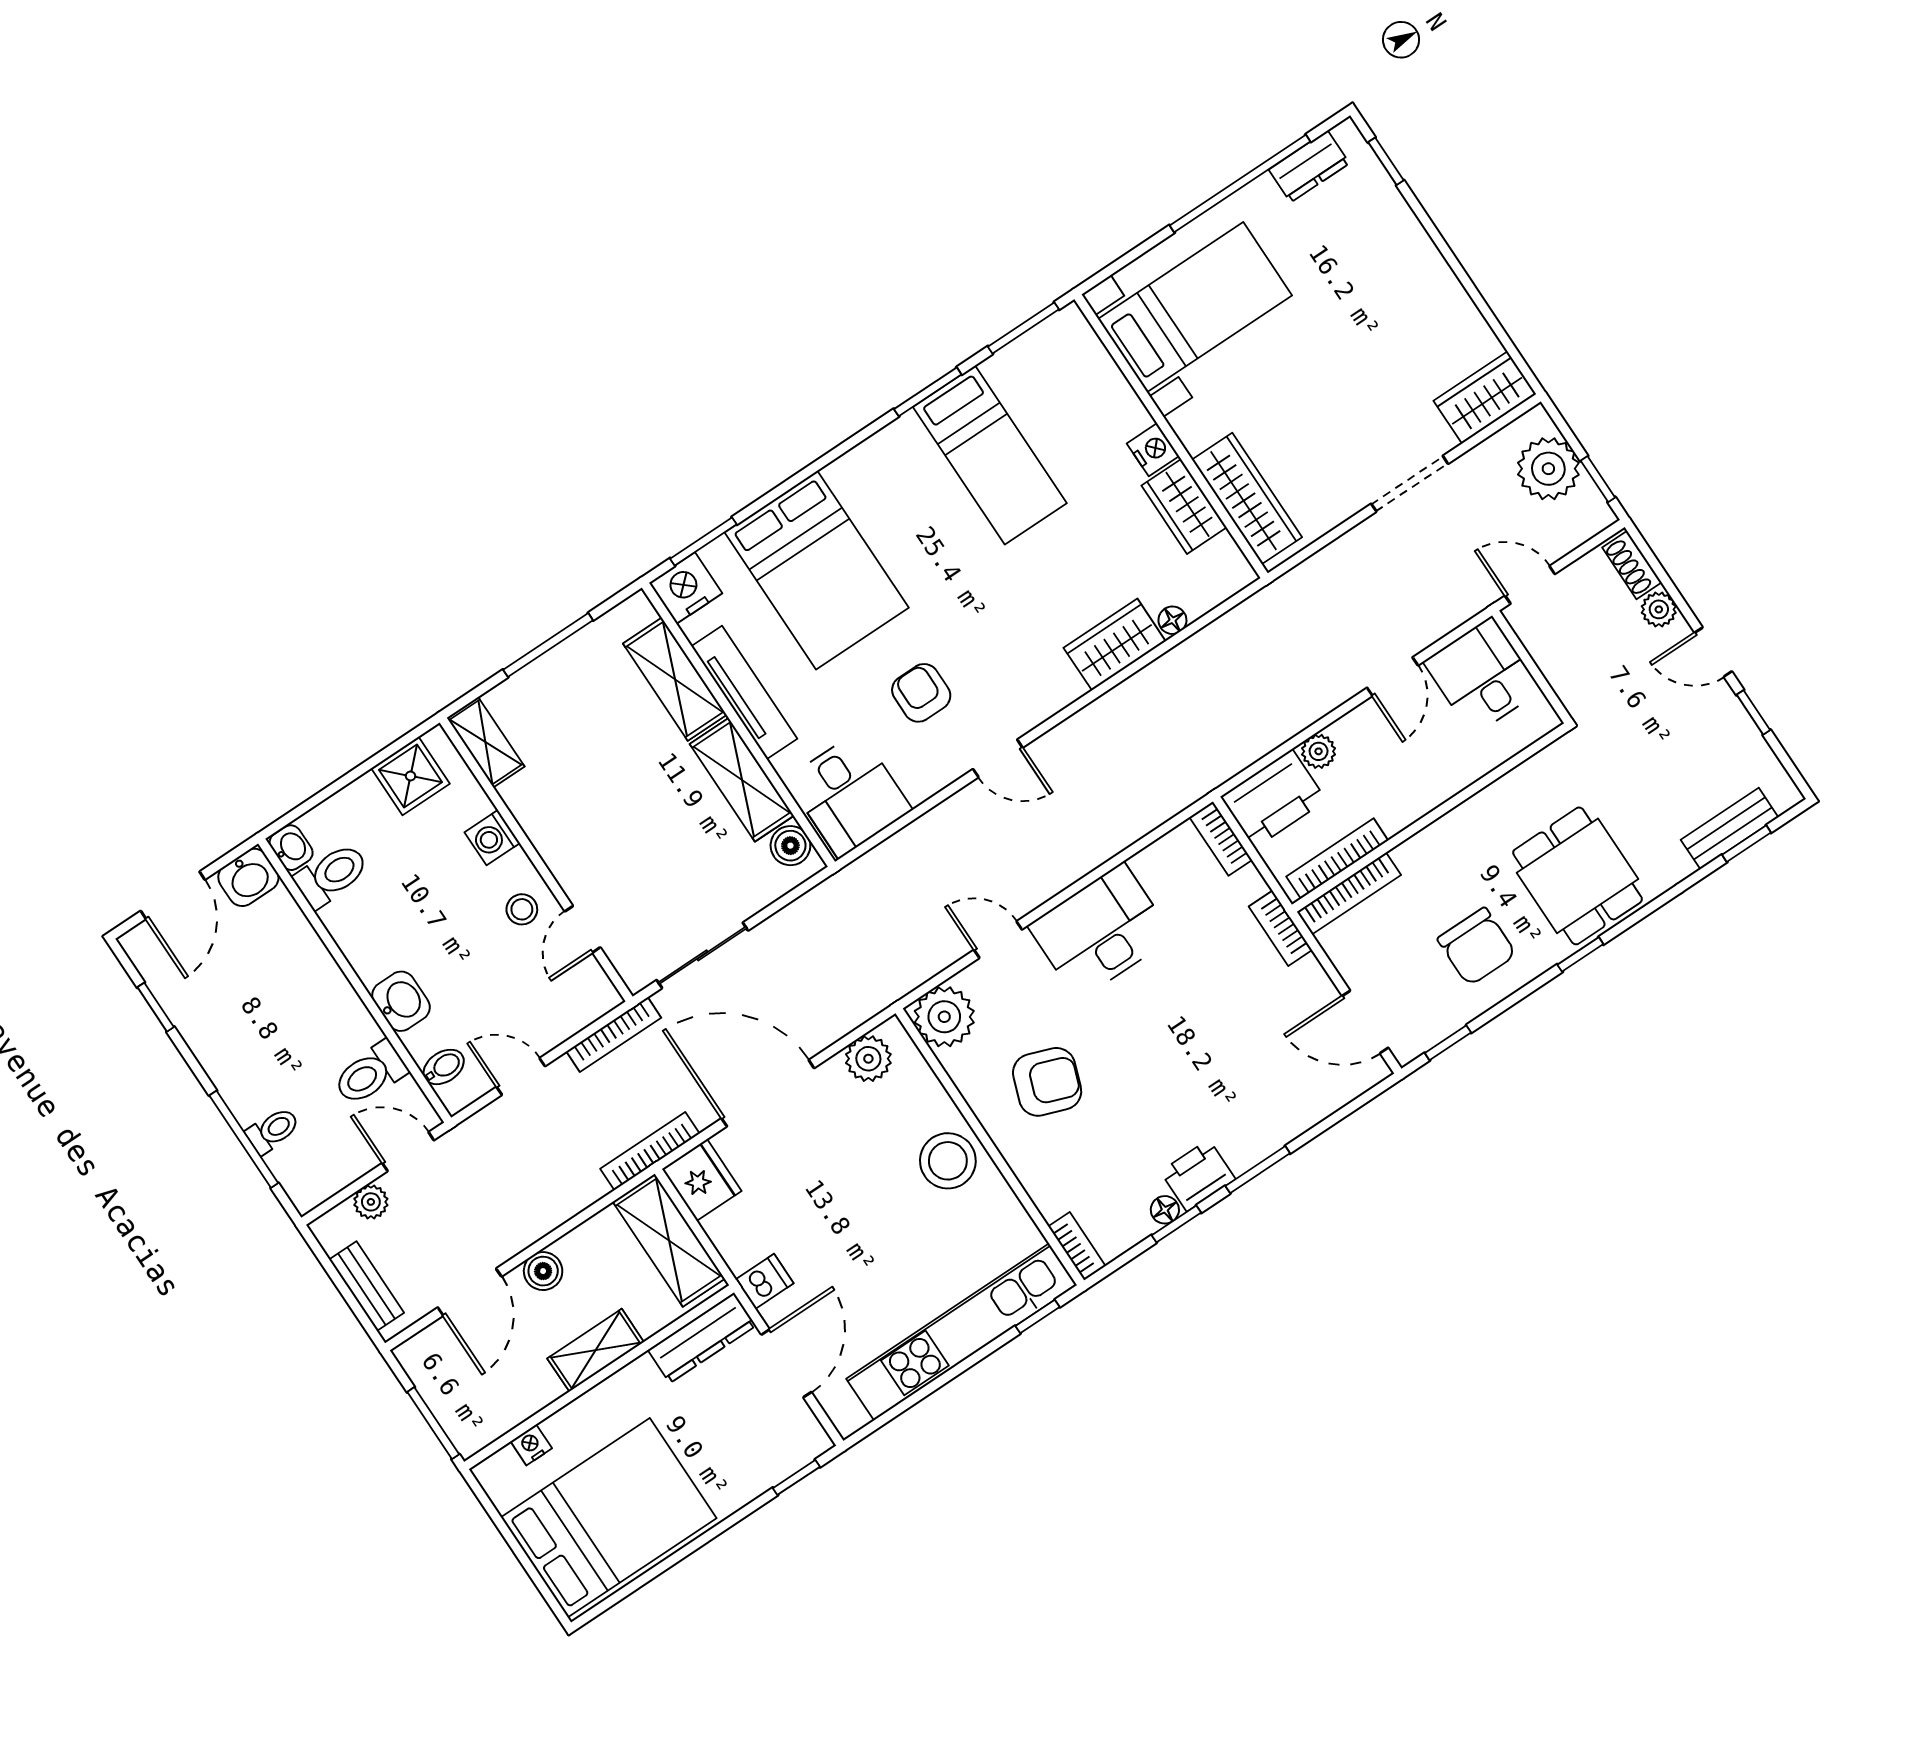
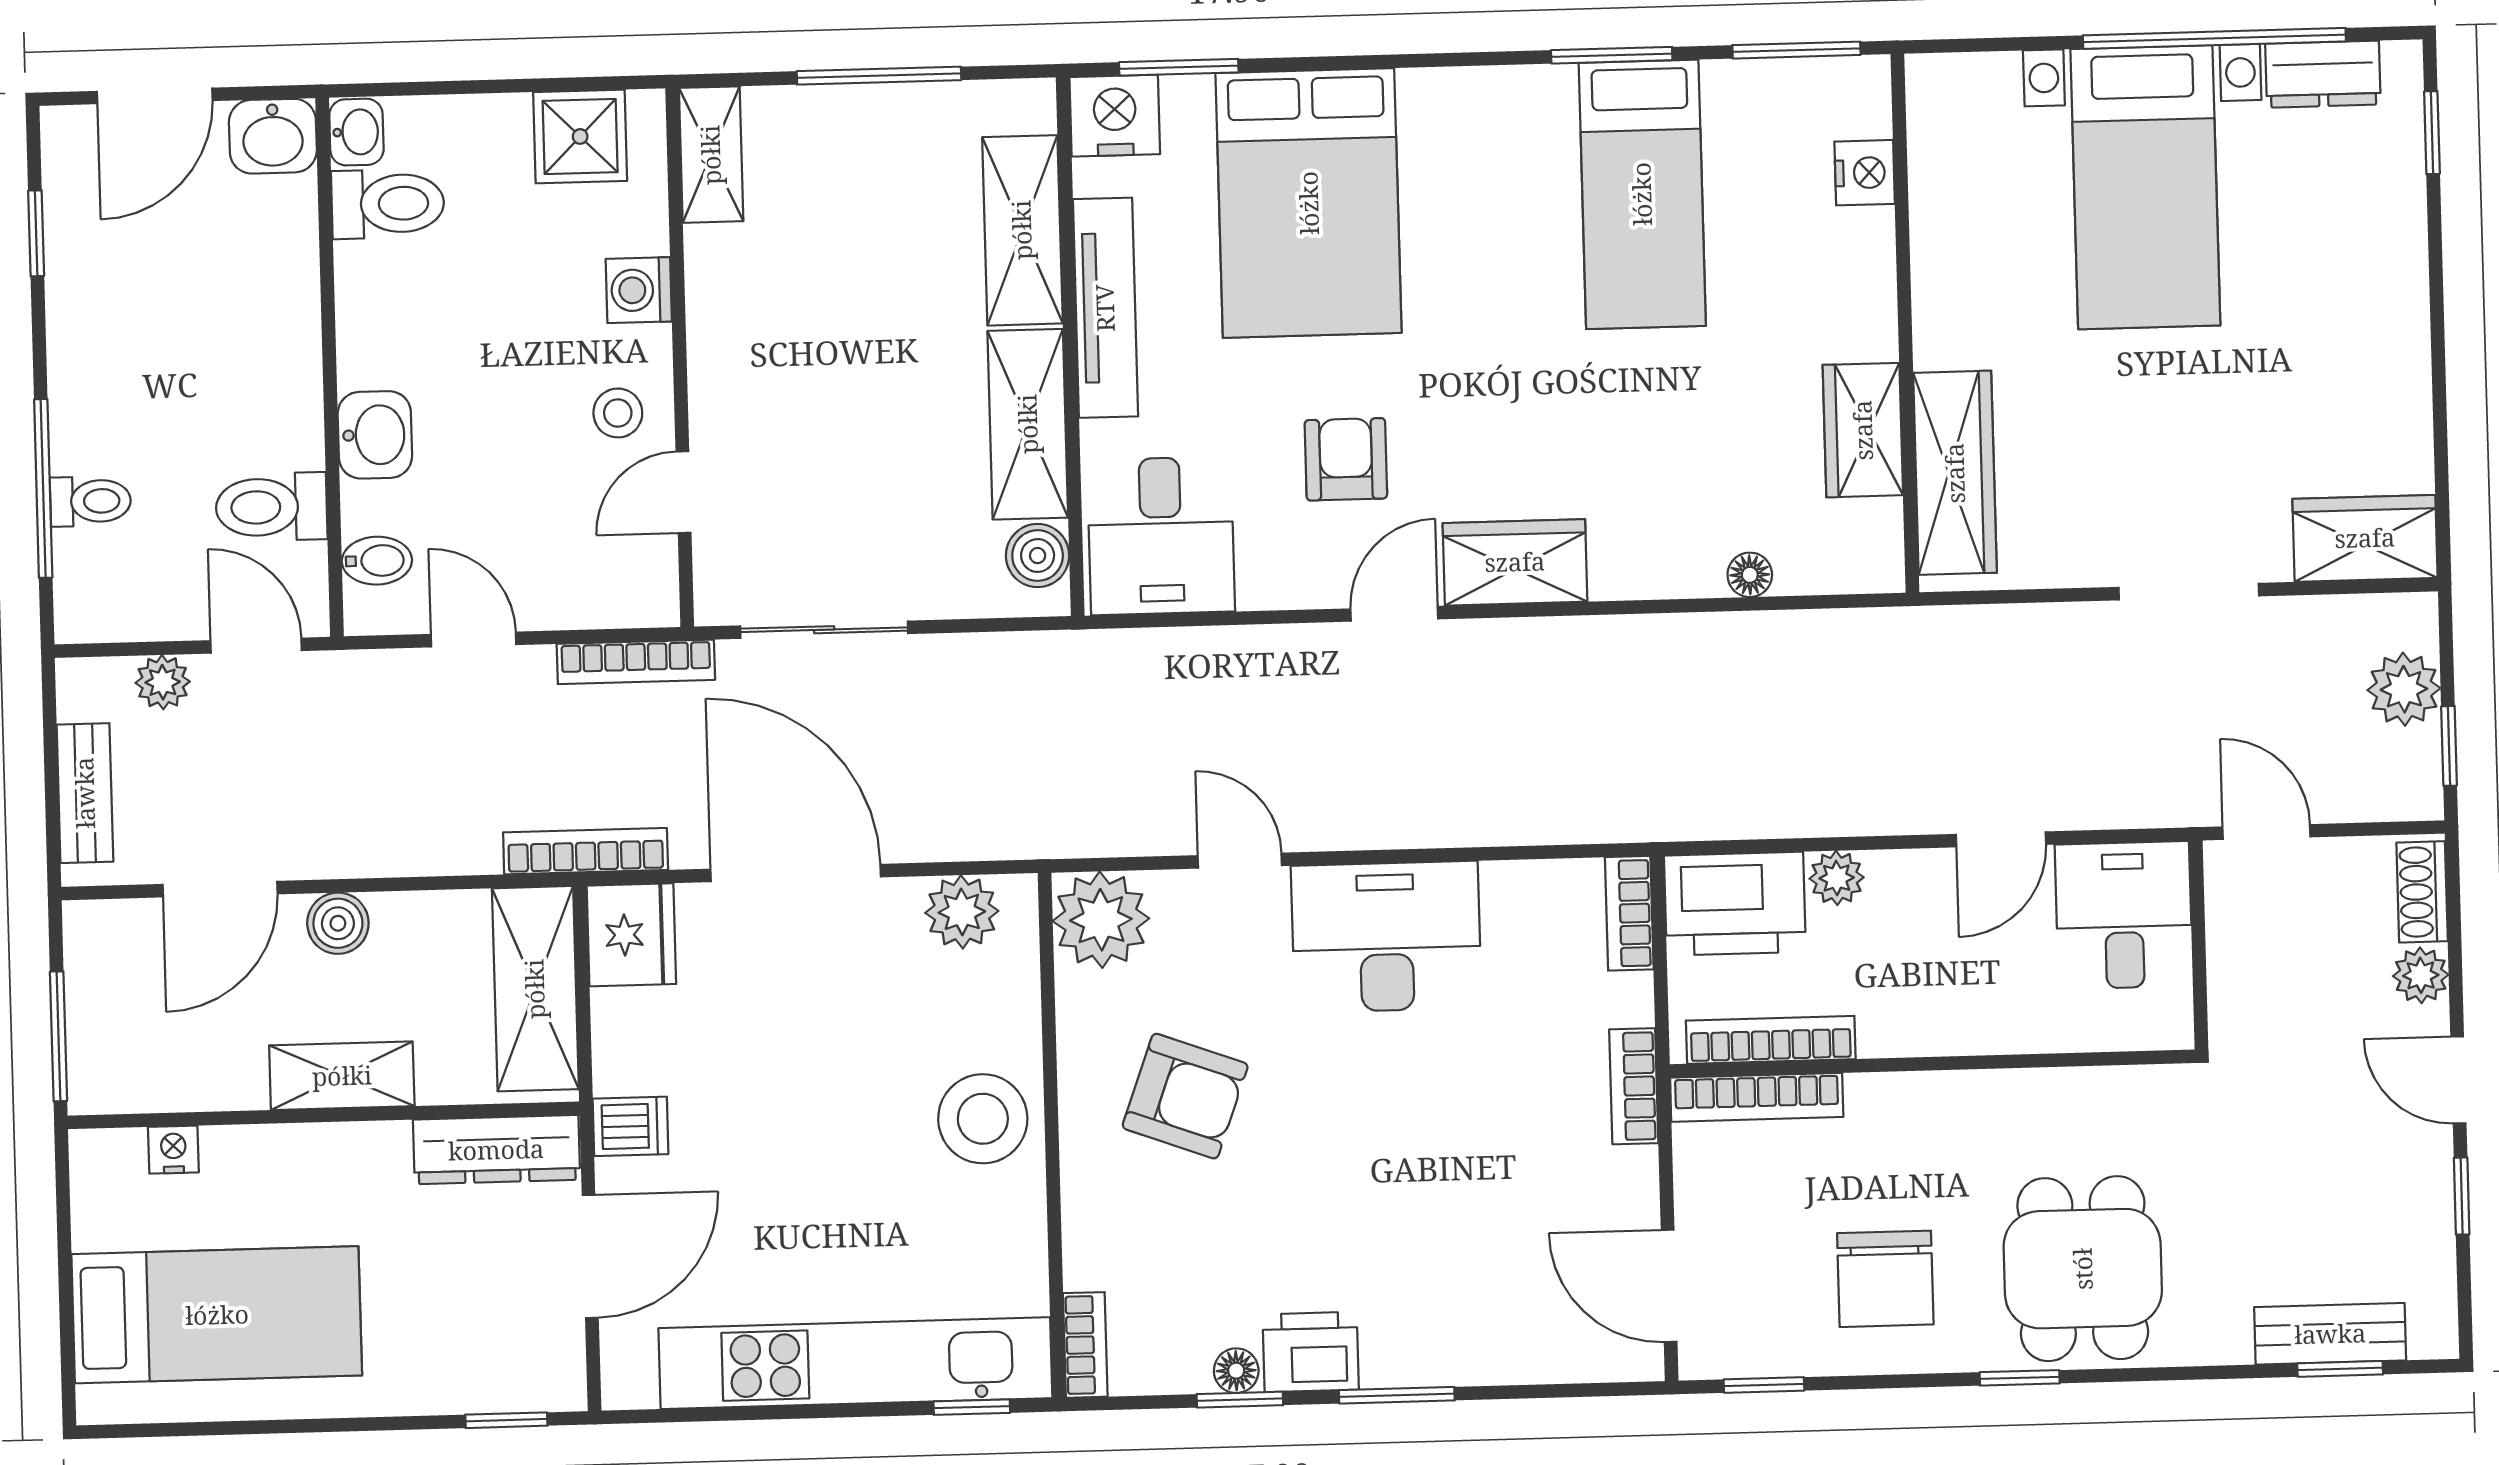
bed with nightstands: (1195, 307) -> (2145, 187), moved, turned 90
nightstand: (1153, 450) -> (1865, 173), moved
plant: (1548, 469) -> (2404, 689), width x0.73, depth x0.73
wardrobe: (1115, 644) -> (1515, 562), moved
door: (998, 758) -> (1394, 614), swing flipped
bed: (609, 1518) -> (217, 1315), width x0.67

